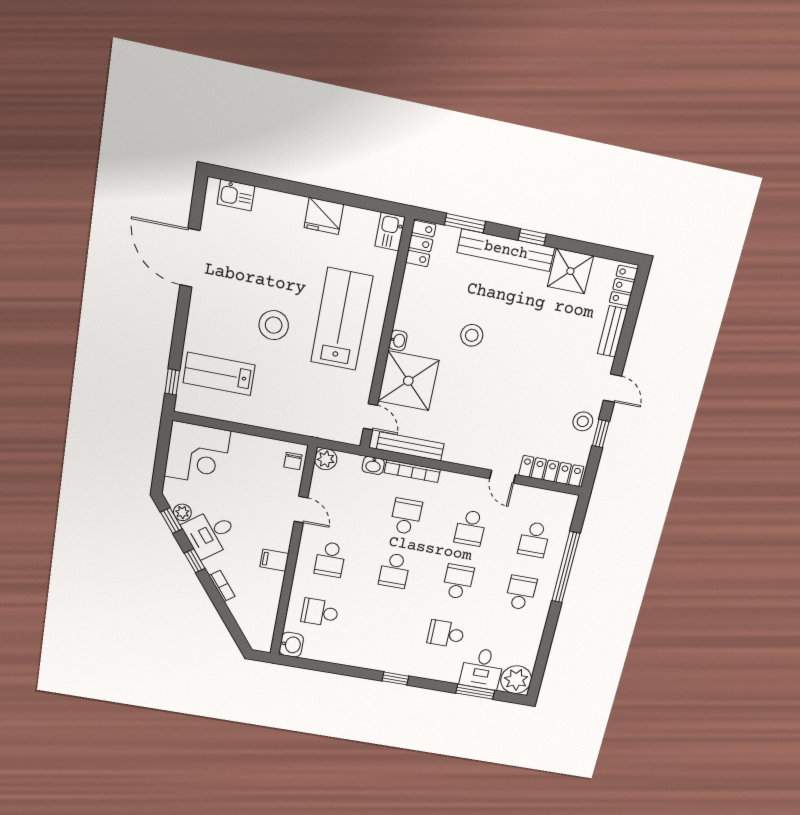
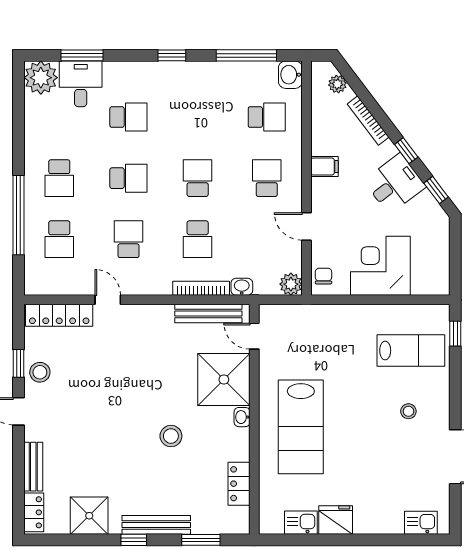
kitchen sink: (390, 232) -> (301, 523), moved, turned -90
locker: (421, 244) -> (239, 484), moved
bench: (506, 250) -> (156, 525), width x0.73, depth x0.82
stool: (274, 325) -> (408, 411), moved, width x0.53, depth x0.53
corner desk: (197, 454) -> (380, 266), moved
plant: (182, 512) -> (337, 84), moved
school desk: (534, 539) -> (59, 239), turned 180
school desk: (458, 582) -> (128, 178), turned -90
bookcase: (222, 586) -> (368, 121), width x1.56
window: (328, 667) -> (246, 55), added

